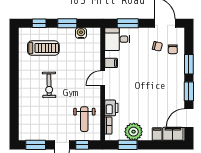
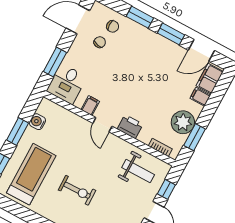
treadmill: (43, 48) -> (31, 174), width x1.37, depth x1.38
printer: (111, 108) -> (130, 127), moved
door: (189, 118) -> (201, 50), hinge flipped

